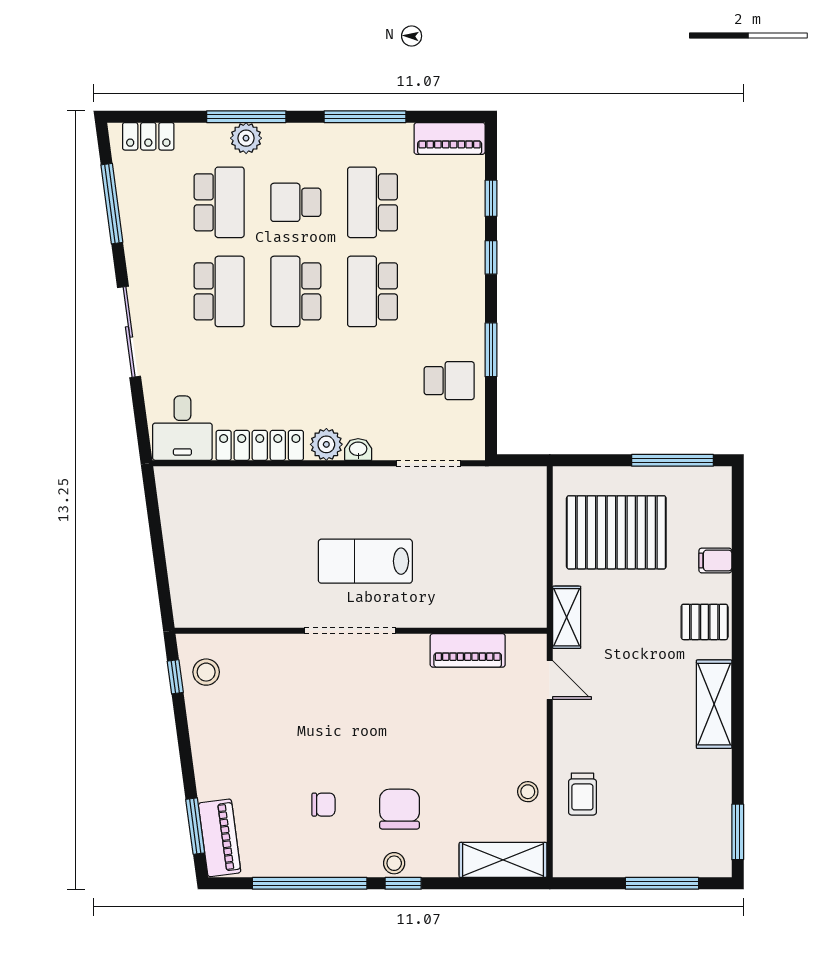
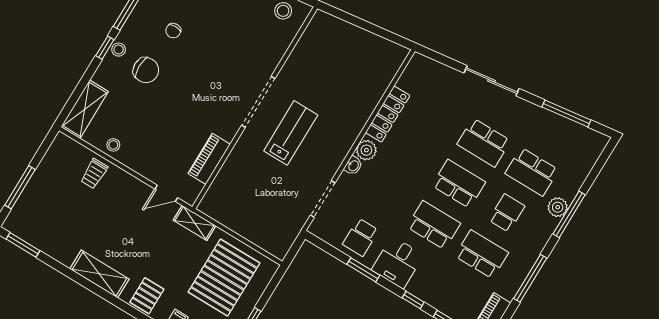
locker: (148, 136) -> (591, 155), removed
desk: (182, 428) -> (398, 262), moved, turned -90
trolley: (582, 794) -> (94, 174), turned -90

